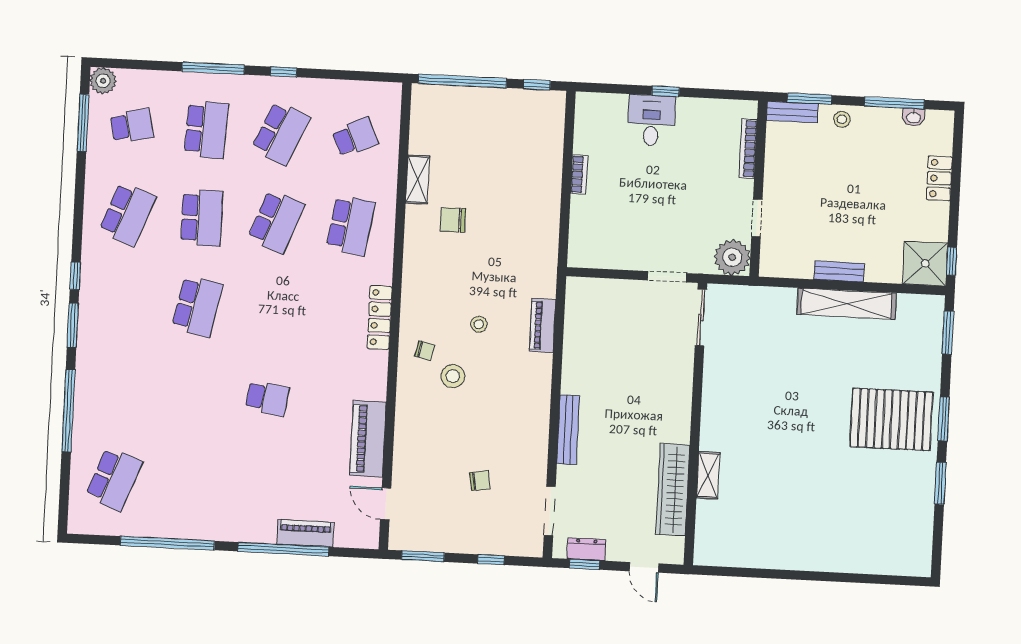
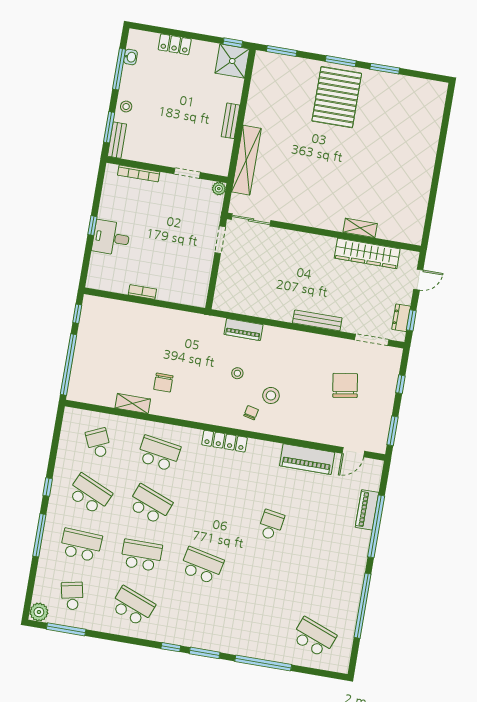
plant: (732, 257) -> (219, 189), width x0.53, depth x0.53
shelving: (847, 304) -> (246, 160), moved
chair: (480, 481) -> (345, 385), width x1.87, depth x1.87

